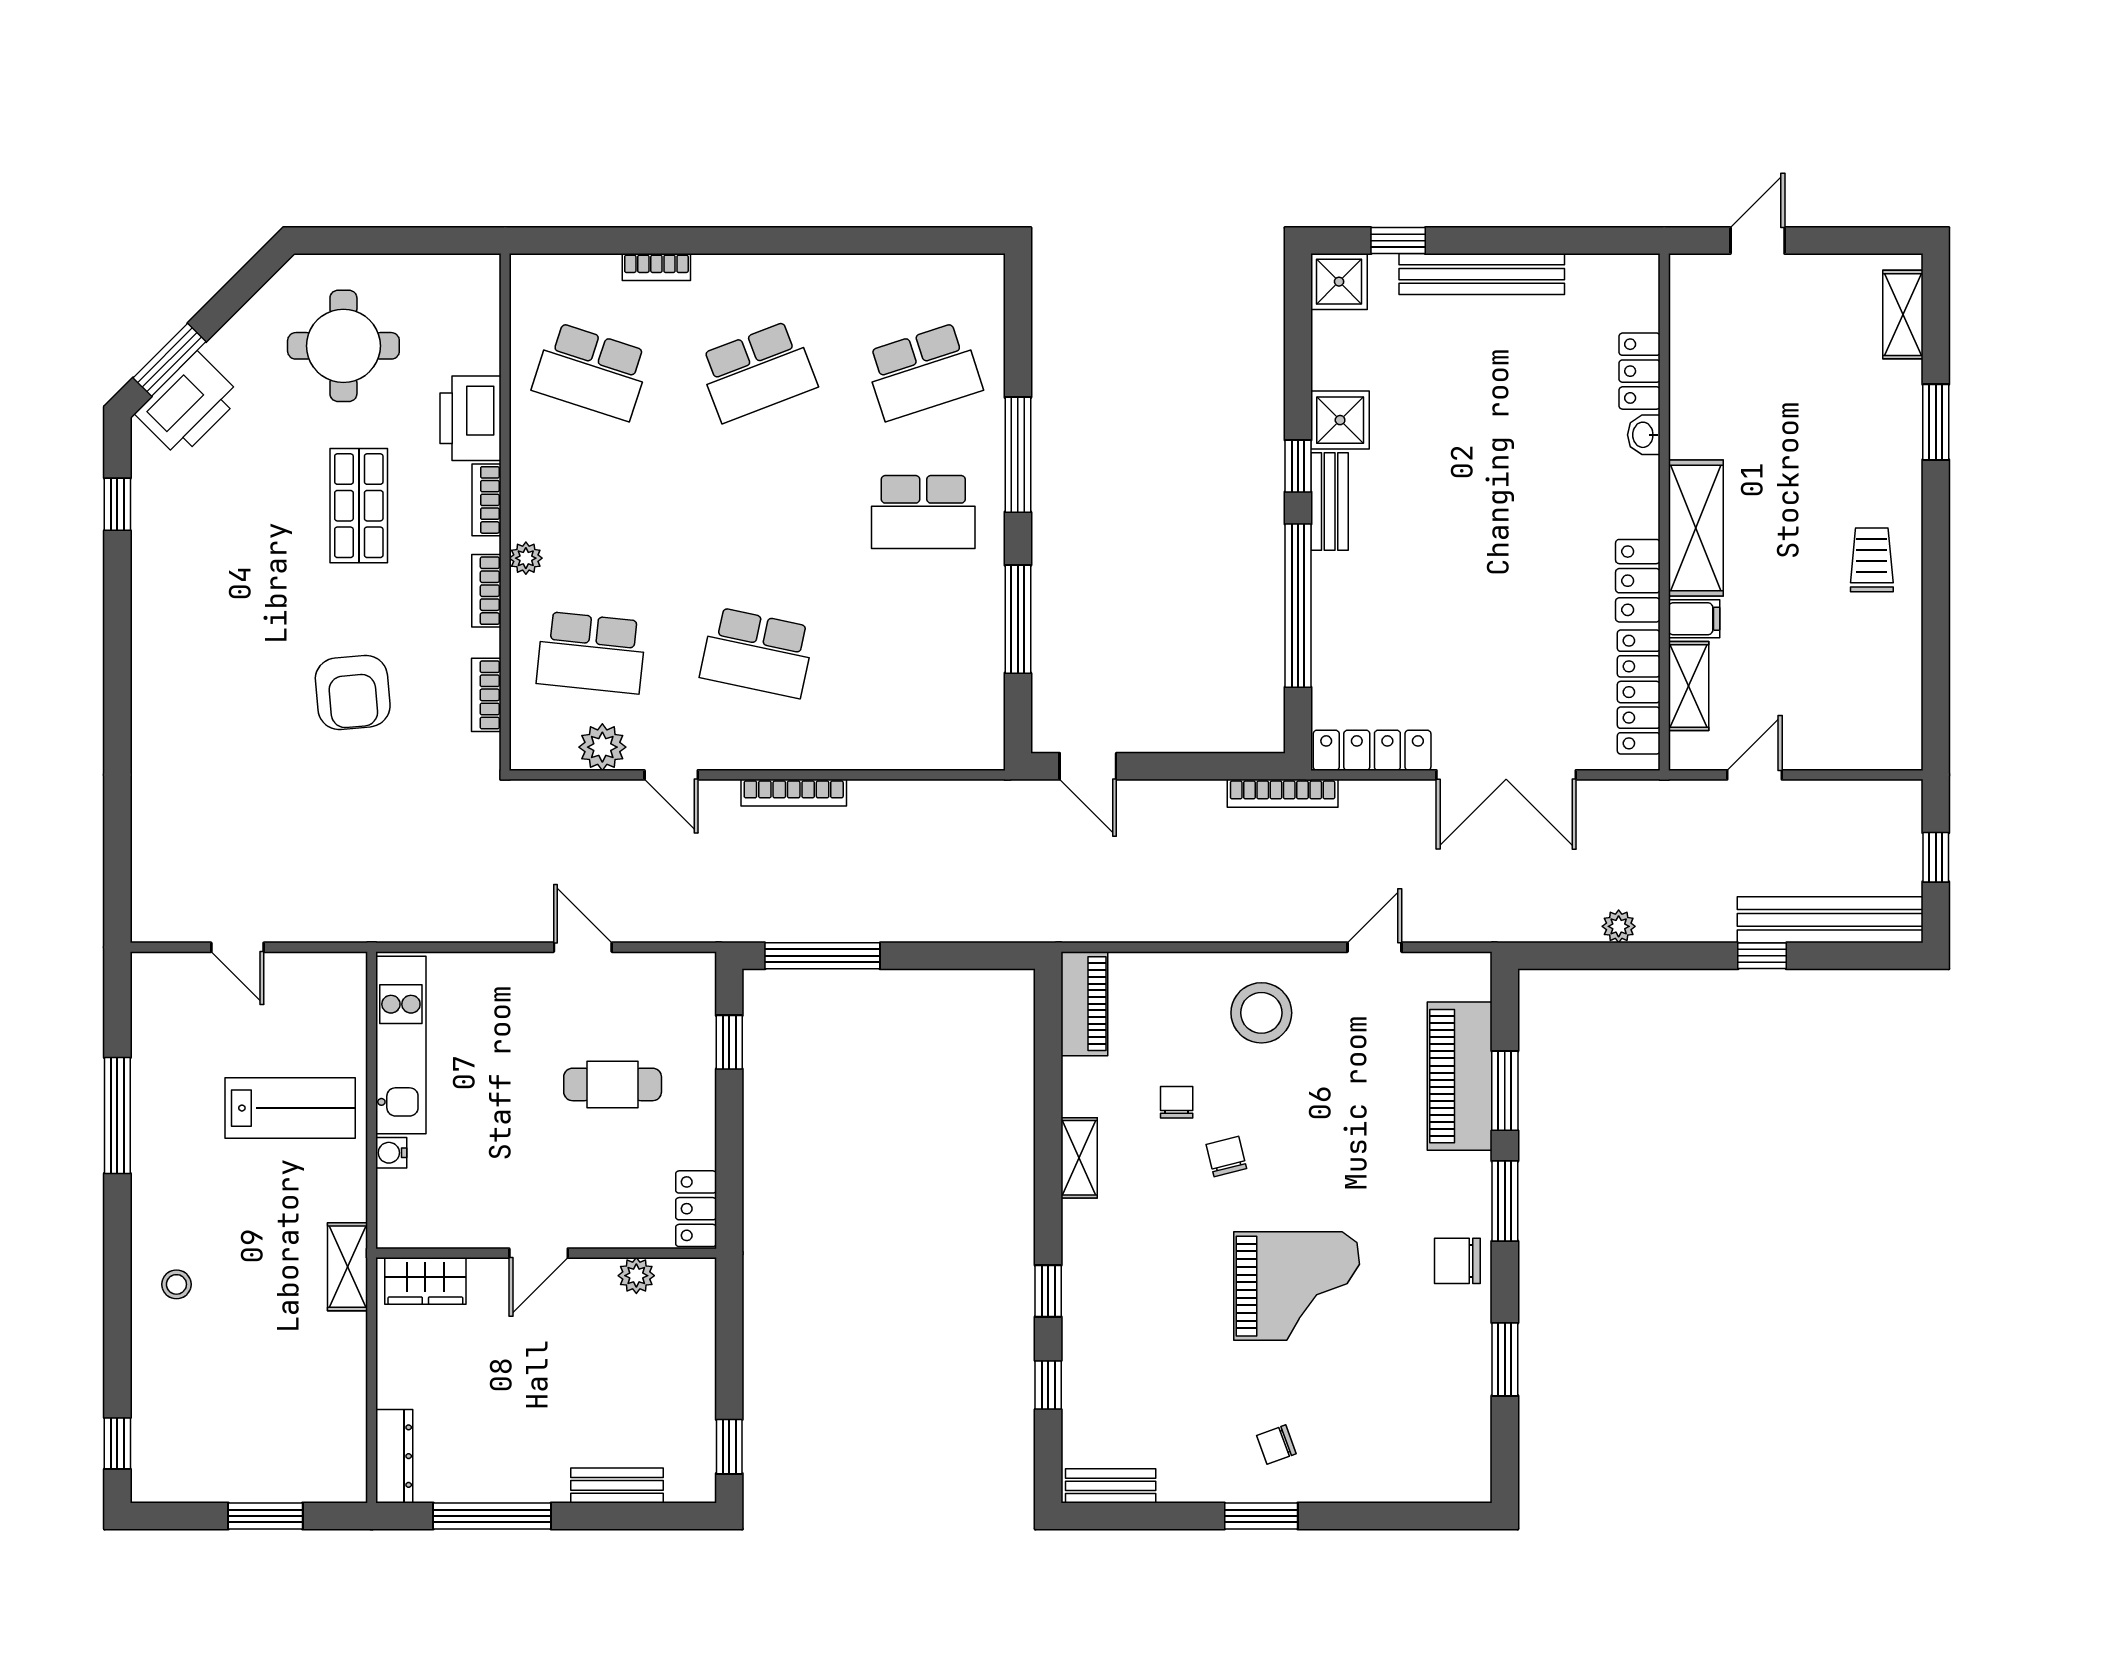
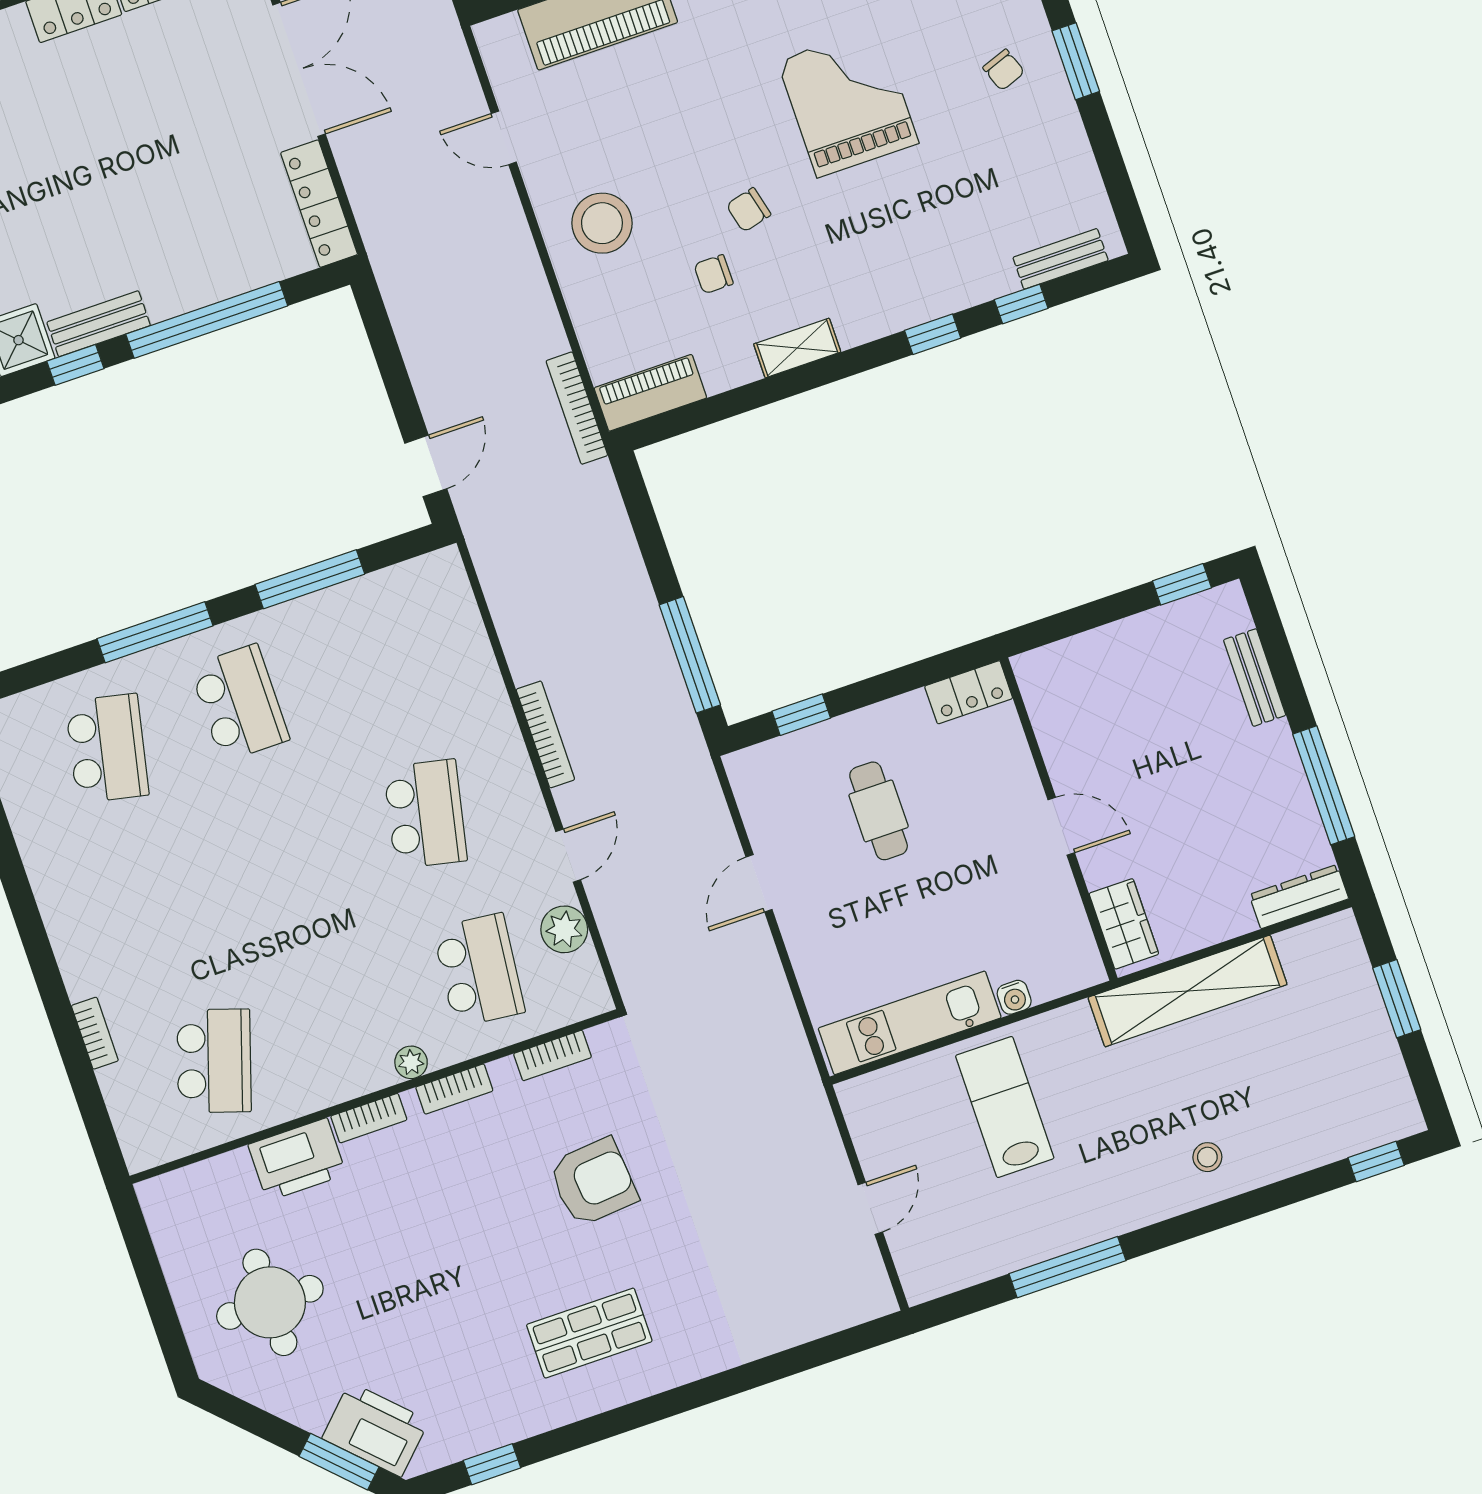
school desk: (757, 371) -> (161, 905), removed
school desk: (923, 371) -> (107, 748), turned 30
shop shelf: (359, 506) -> (589, 1333), moved
bookcase: (1283, 793) -> (577, 408), moved, turned 180
shelving: (347, 1267) -> (1188, 991), width x2.20, depth x1.33
plant: (636, 1276) -> (1051, 727), removed
bench: (1111, 1486) -> (1061, 259), moved, turned 90

